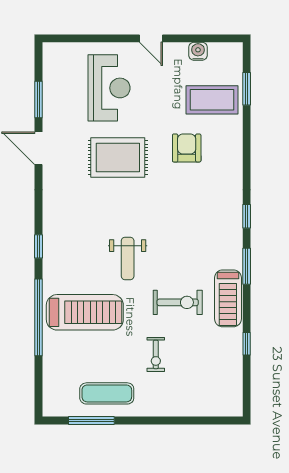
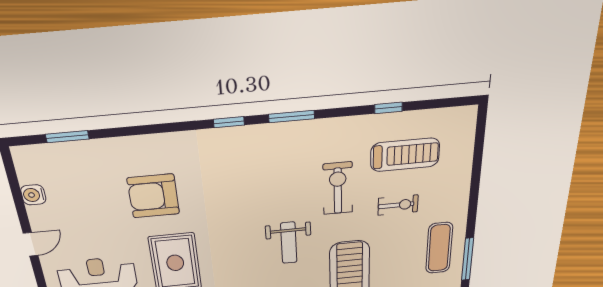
coffee table: (212, 100) -> (89, 174), removed
armchair: (187, 148) -> (153, 196), width x1.36, depth x1.36
weight bench: (128, 258) -> (289, 243), turned 90
treadmill: (228, 298) -> (405, 155), moved

